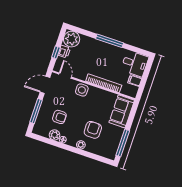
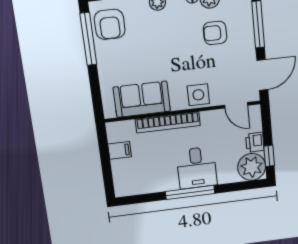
window: (56, 52) -> (269, 156), moved
desk: (135, 64) -> (197, 168), moved, turned -90
sofa: (122, 111) -> (142, 99), moved, turned -90
armchair: (93, 130) -> (110, 24), moved

